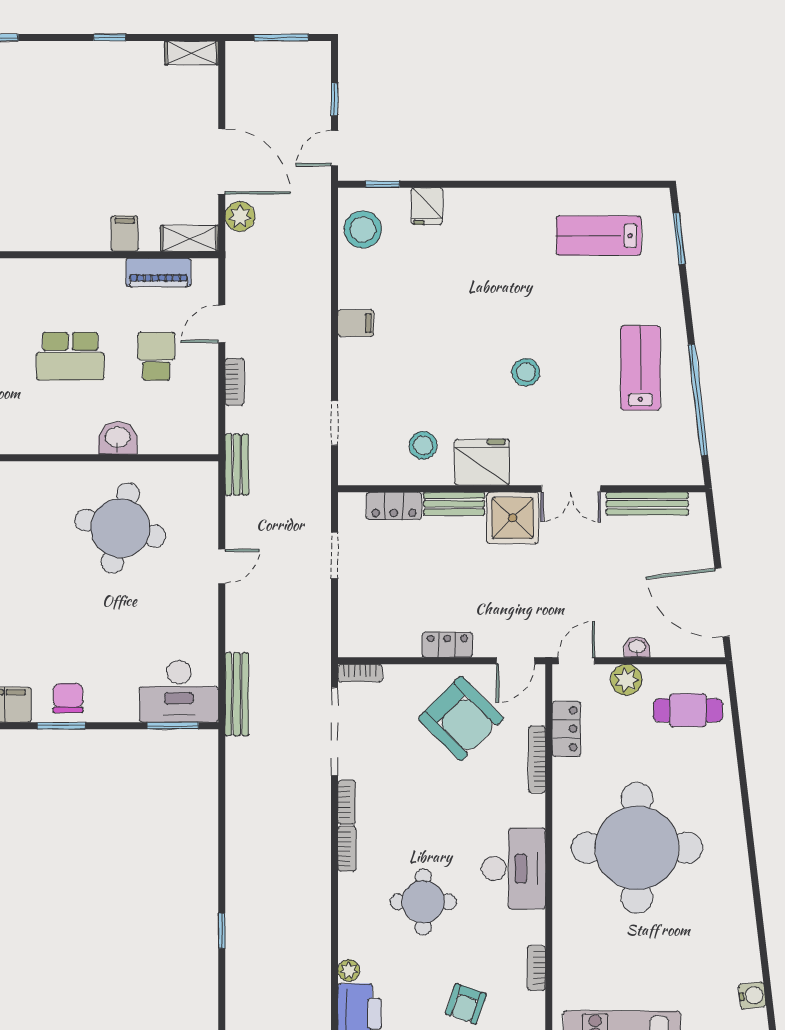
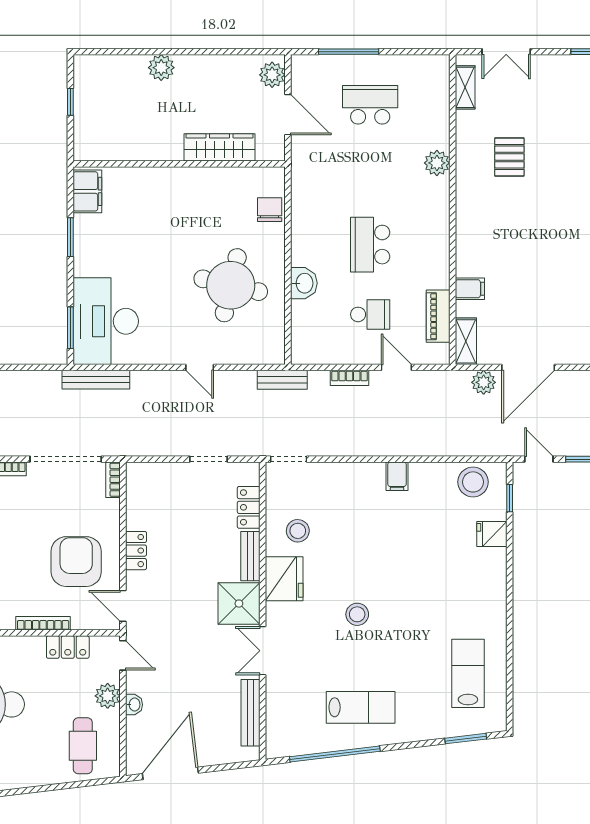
doorway: (335, 423) -> (289, 459), moved
desk: (179, 691) -> (106, 321), width x1.36, depth x1.30
chair: (68, 698) -> (270, 210), moved, turned -90
armchair: (461, 718) -> (76, 562), turned 135

